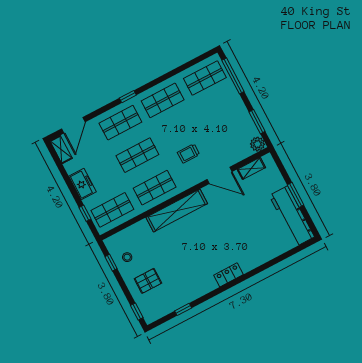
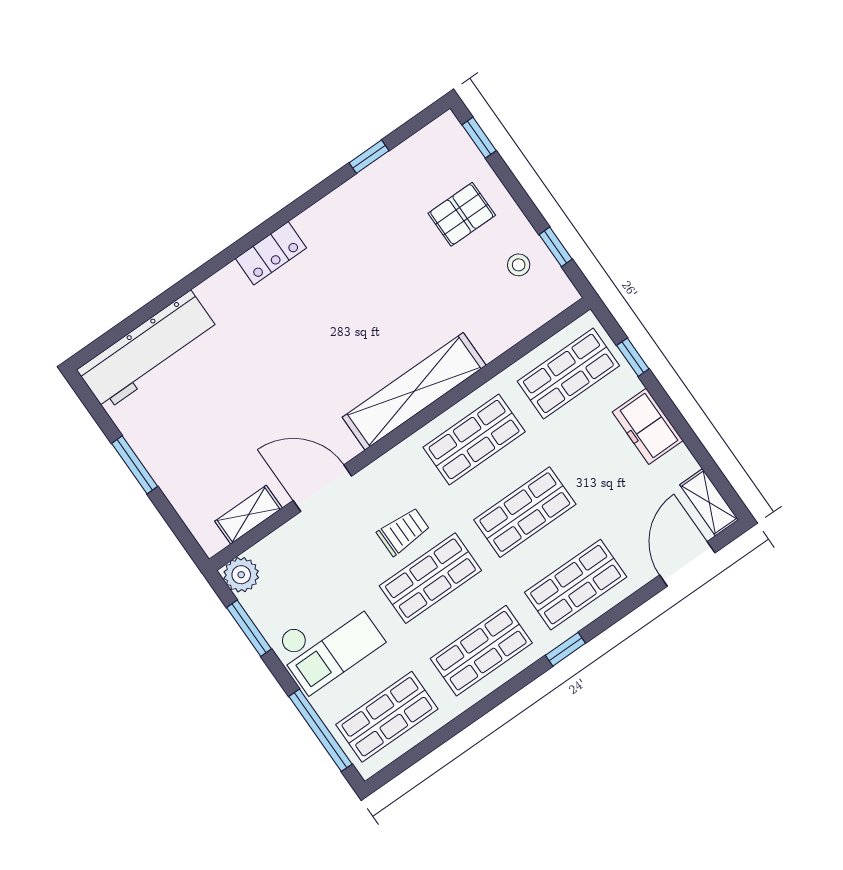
checkout: (225, 112) -> (329, 642), added
shop shelf: (180, 133) -> (430, 578), added
workbench: (292, 216) -> (148, 351), moved, turned 90

